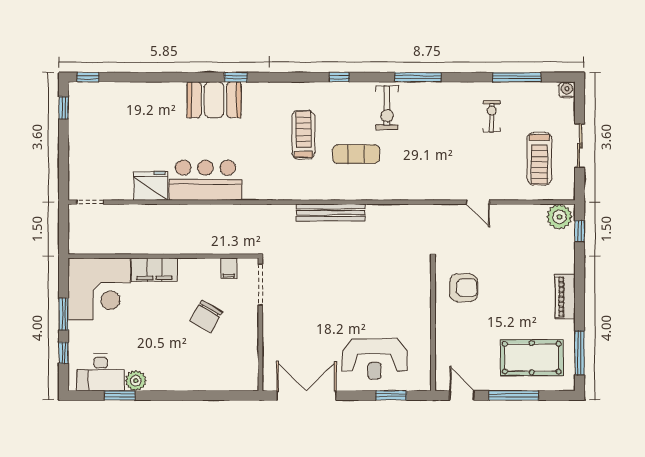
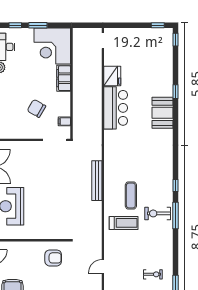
window: (236, 77) -> (176, 92), moved
window: (418, 77) -> (176, 216), moved
treadmill: (303, 135) -> (124, 223), moved
armchair: (463, 288) -> (53, 258), turned -90

